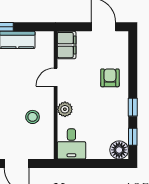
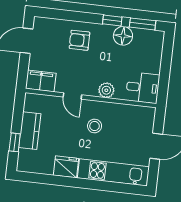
stool: (33, 117) -> (95, 126), moved
window: (133, 137) -> (143, 24), width x1.50
floor lamp: (119, 150) -> (123, 36), moved

